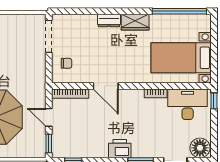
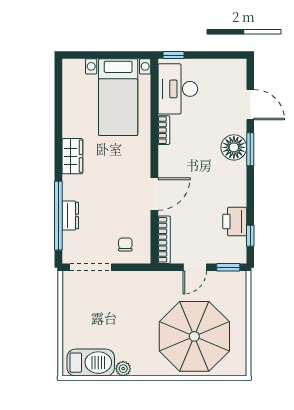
window: (179, 11) -> (58, 216), moved
dresser: (109, 20) -> (70, 215), moved
floor lamp: (200, 148) -> (234, 147), moved
printer: (120, 149) -> (235, 221), moved

